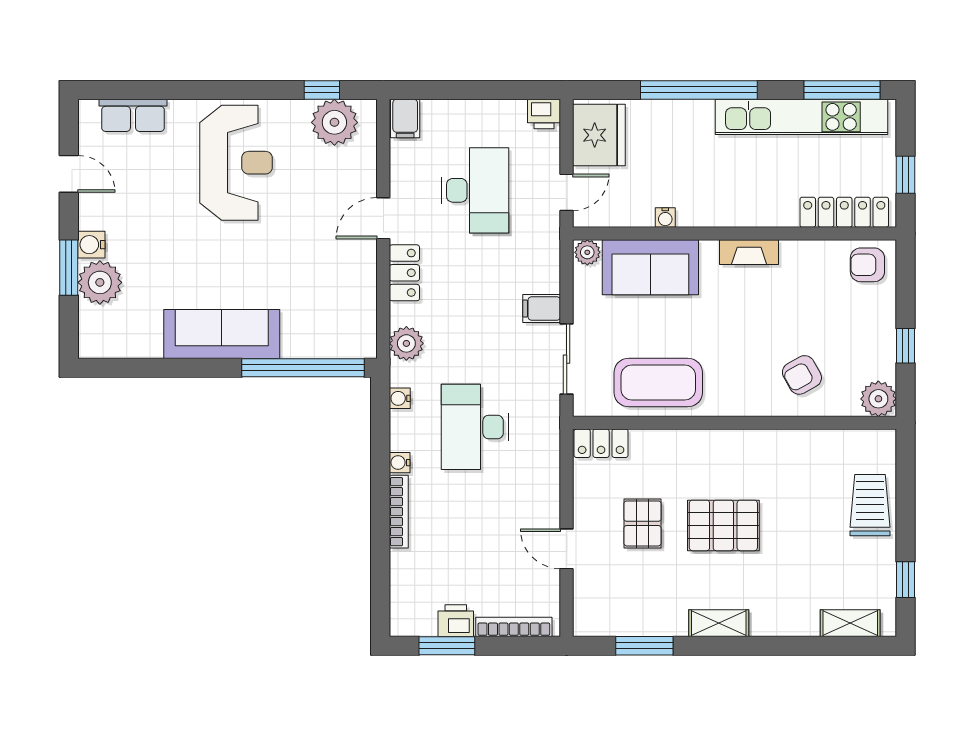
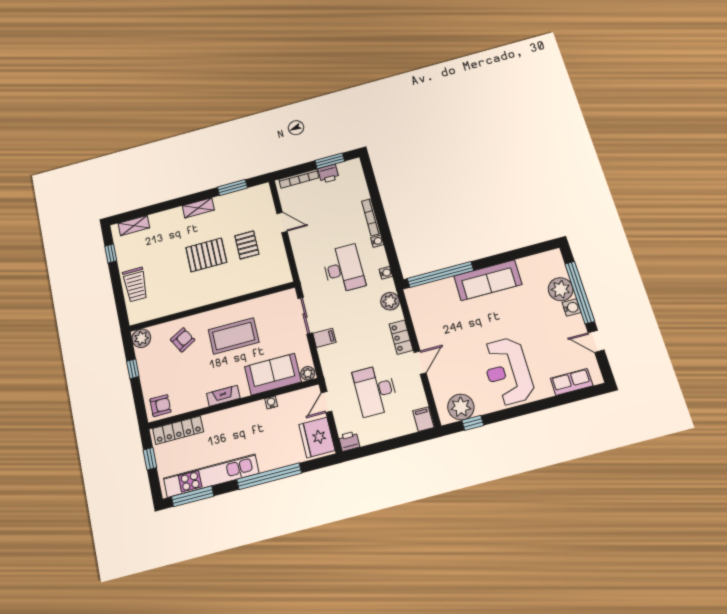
window: (69, 268) -> (580, 292), width x2.11
coffee table: (658, 383) -> (234, 336), moved
locker: (601, 443) -> (277, 278), removed

